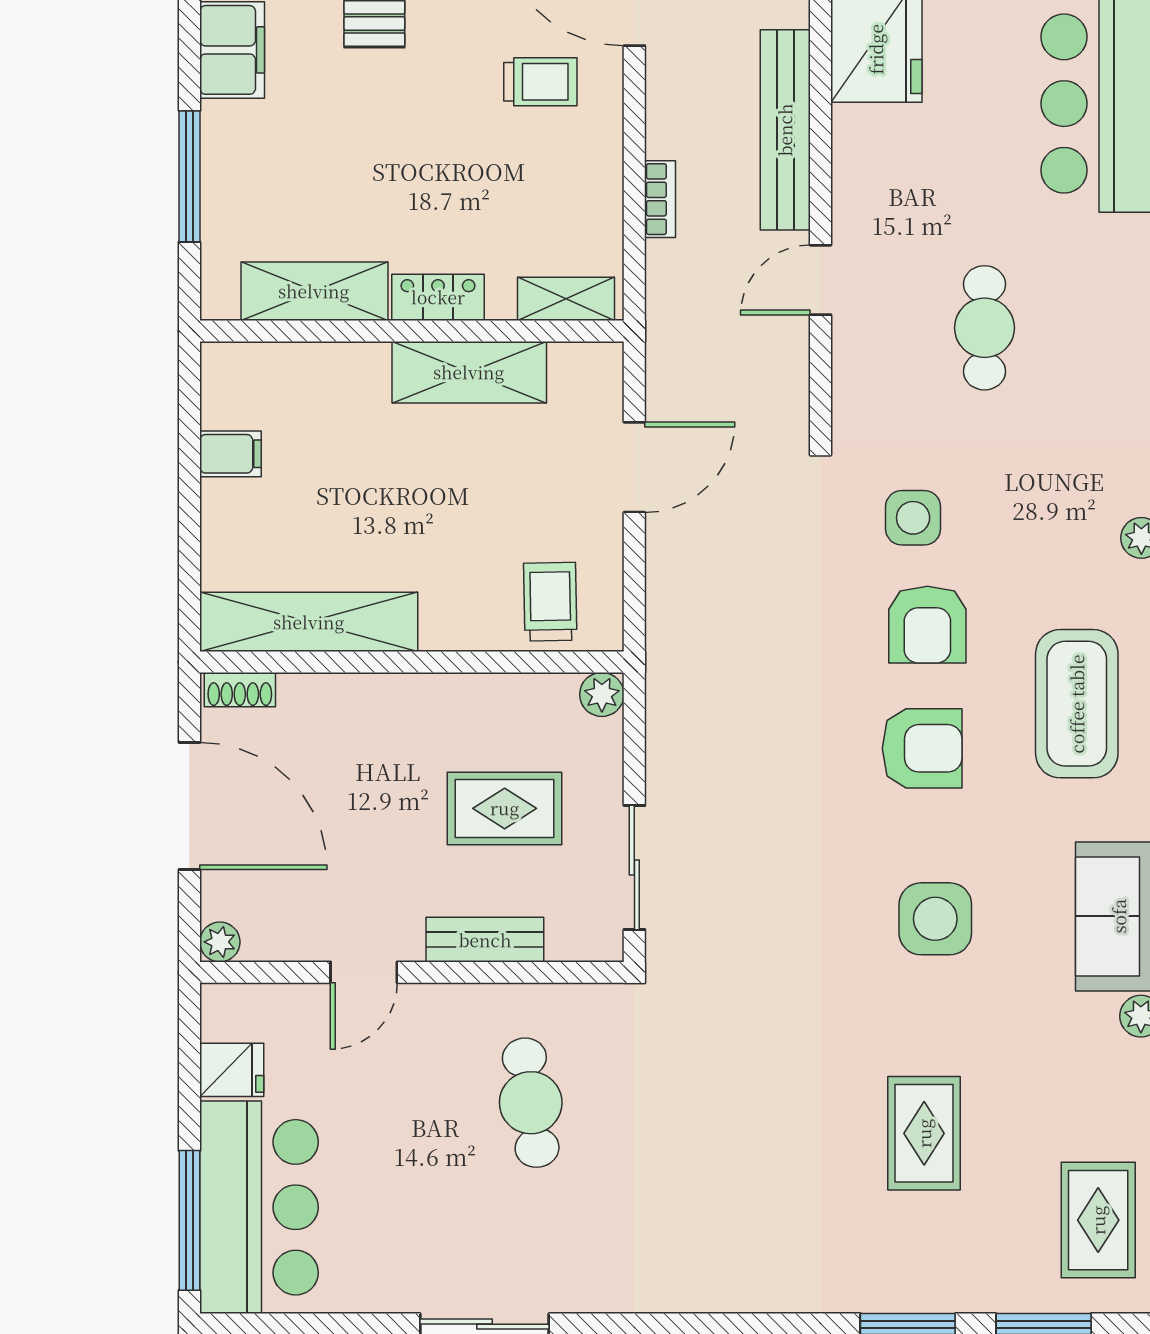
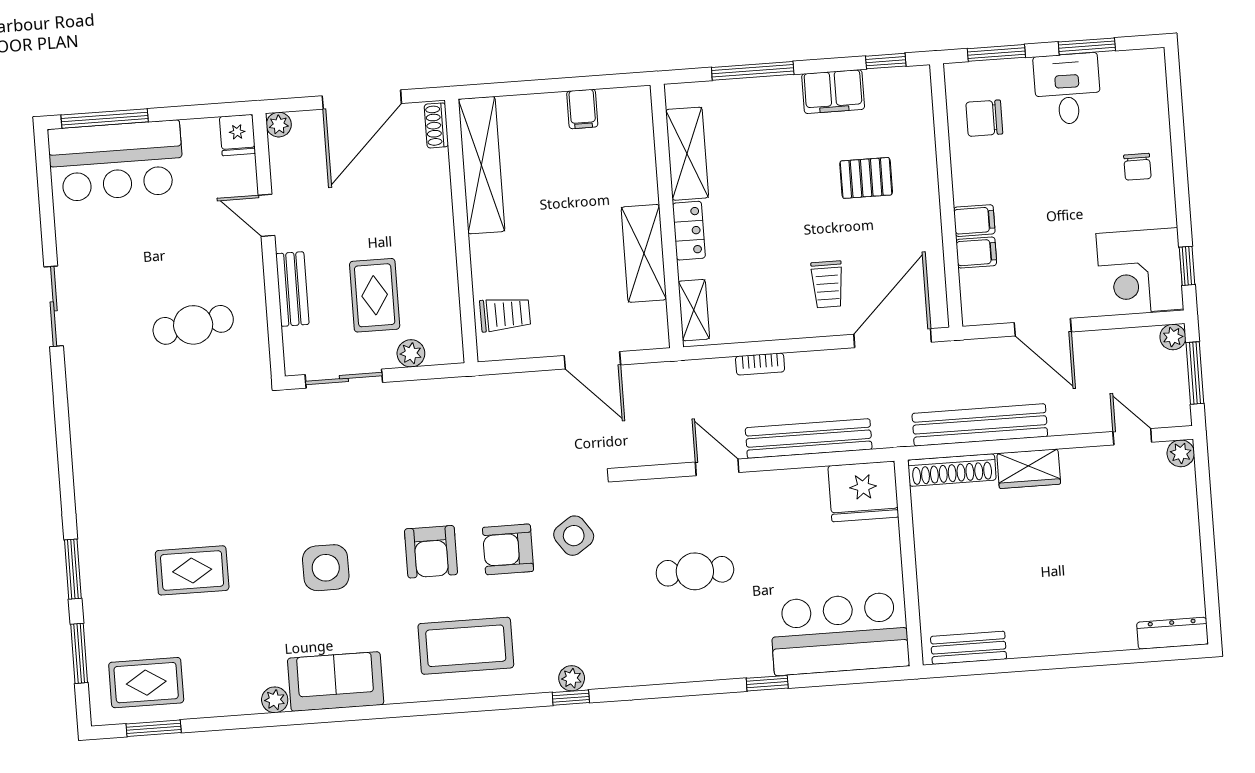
side table: (913, 518) -> (574, 536), turned -35
plant: (602, 694) -> (411, 353), moved
fridge: (232, 1070) -> (237, 135), moved

